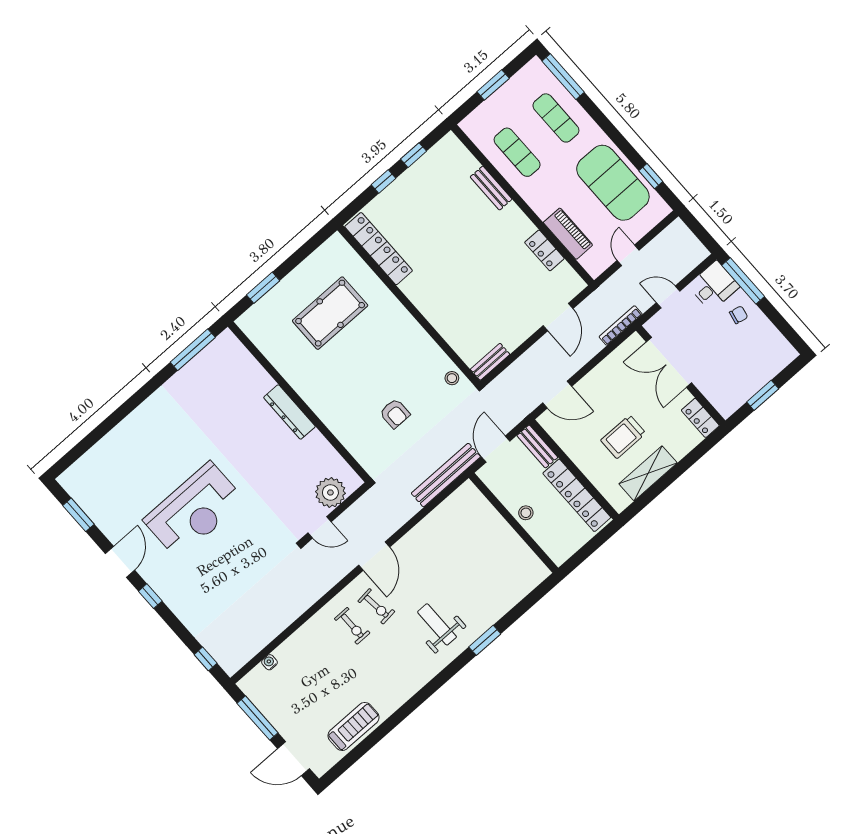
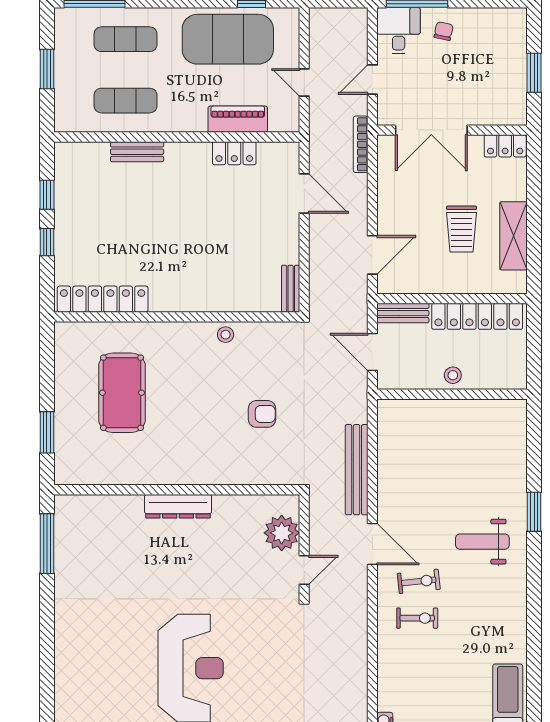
stool: (452, 378) -> (226, 335), moved
bench: (446, 475) -> (357, 470), moved

